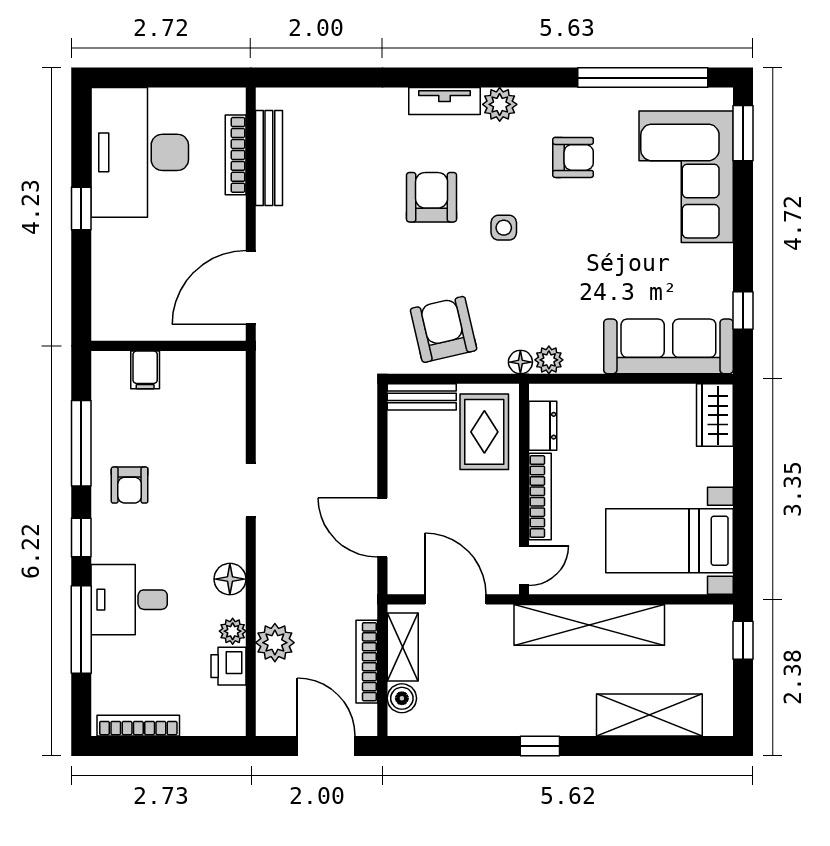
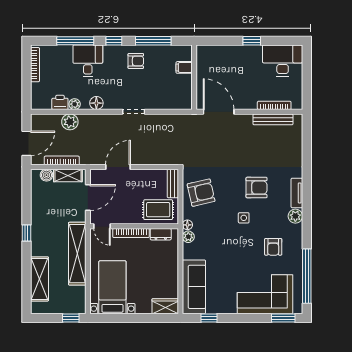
desk: (140, 152) -> (283, 60), width x0.73, depth x0.77
armchair: (130, 485) -> (136, 61), turned 180

